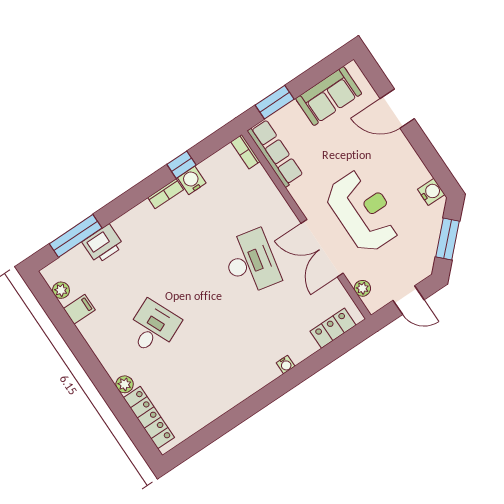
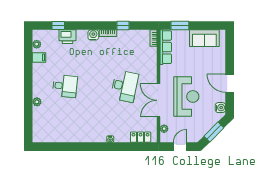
door: (397, 109) -> (230, 83), moved
water cooler: (192, 180) -> (93, 35), moved
window: (76, 236) -> (58, 25), width x0.46
door: (409, 300) -> (180, 147), swing flipped
desk: (153, 328) -> (65, 86), turned 30
locker: (149, 418) -> (38, 123), removed

